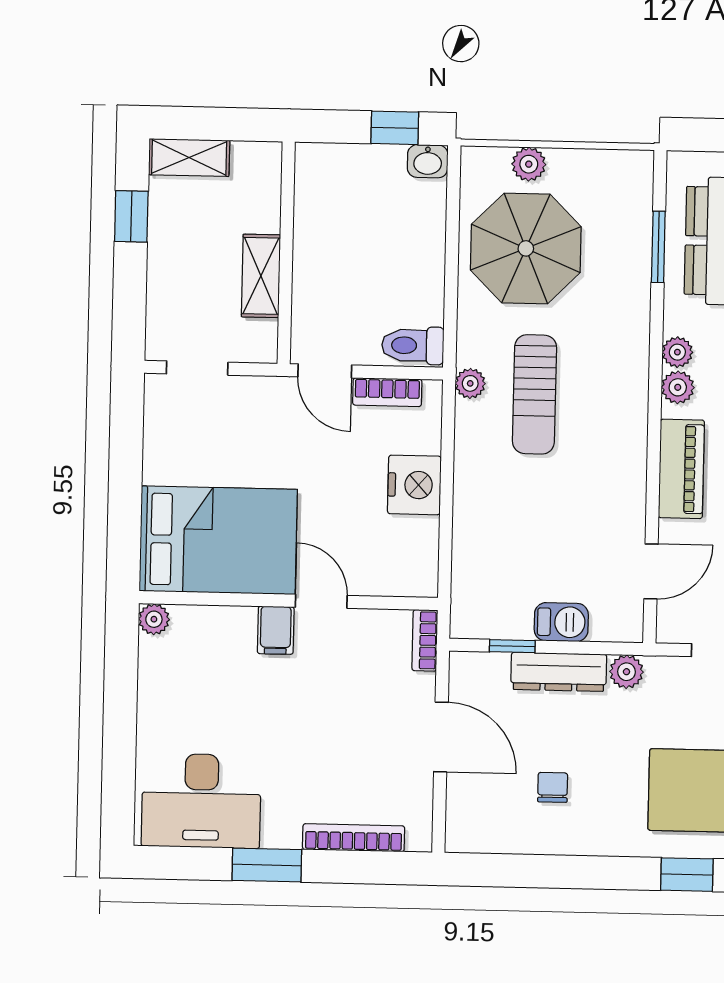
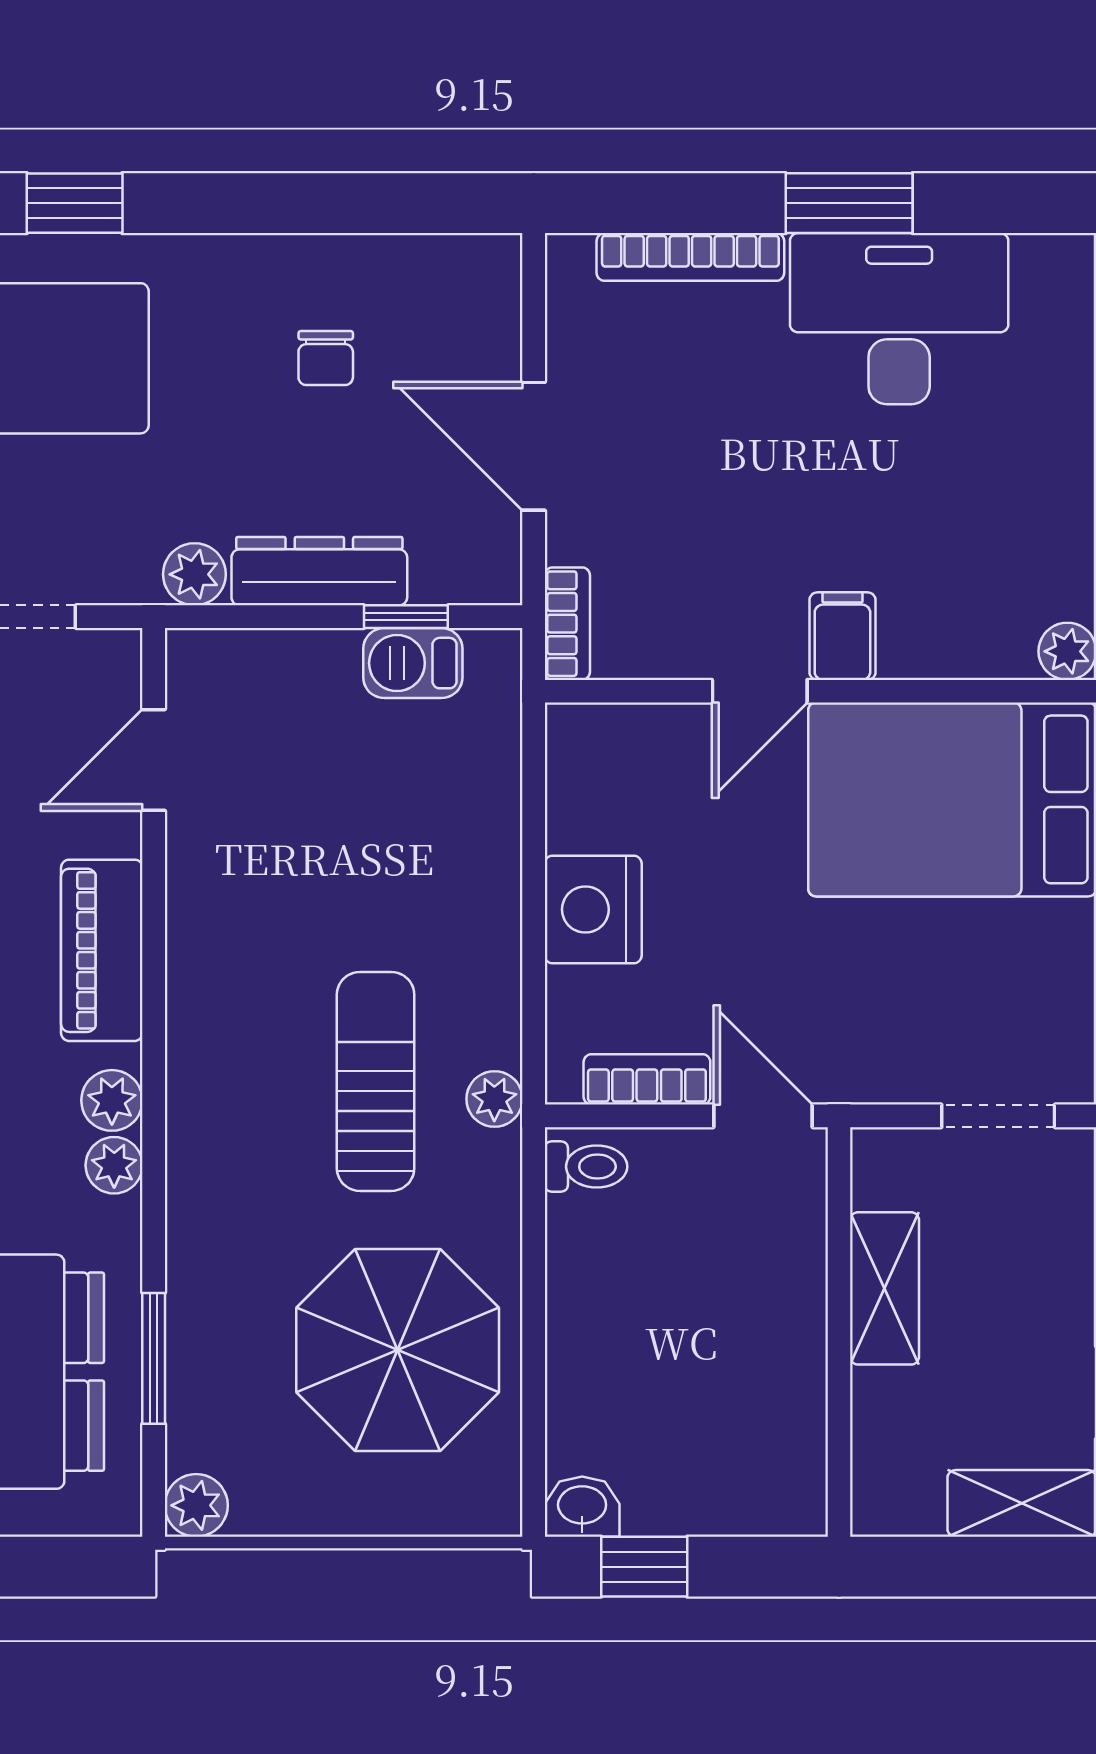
plant: (529, 164) -> (196, 1505), moved
toilet: (413, 345) -> (586, 1167), width x0.73, depth x0.72
door: (321, 601) -> (760, 691), hinge flipped
barbecue: (561, 622) -> (413, 663), moved
desk: (201, 801) -> (899, 319), moved

